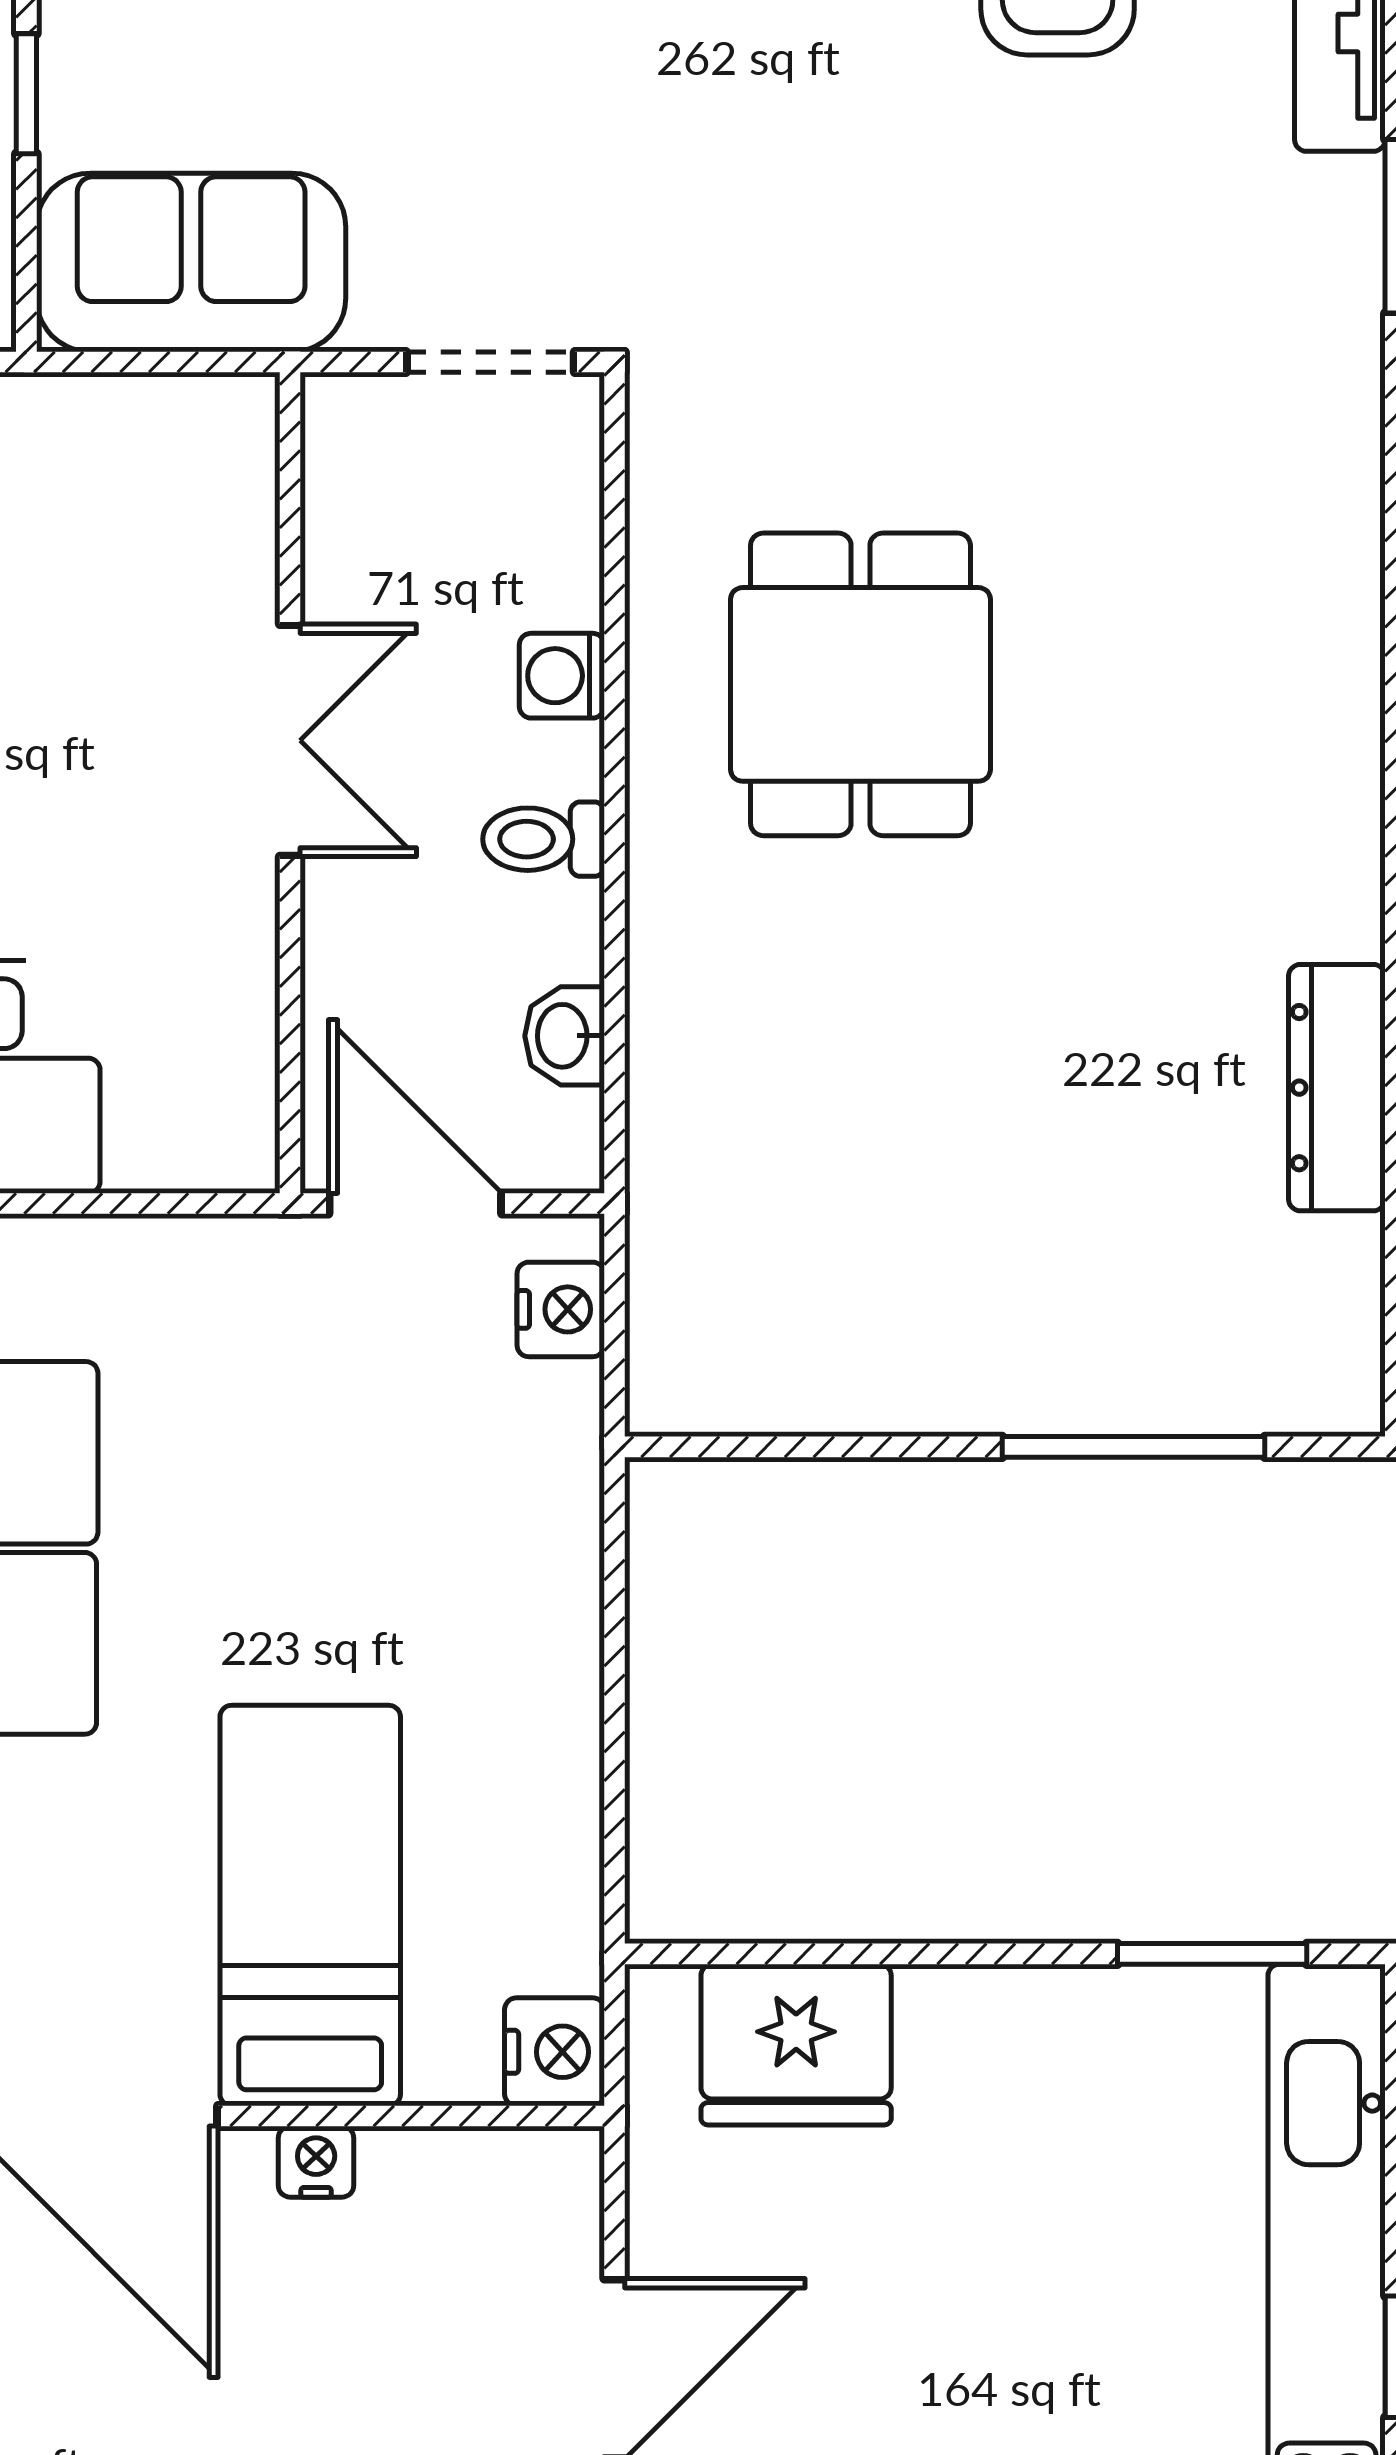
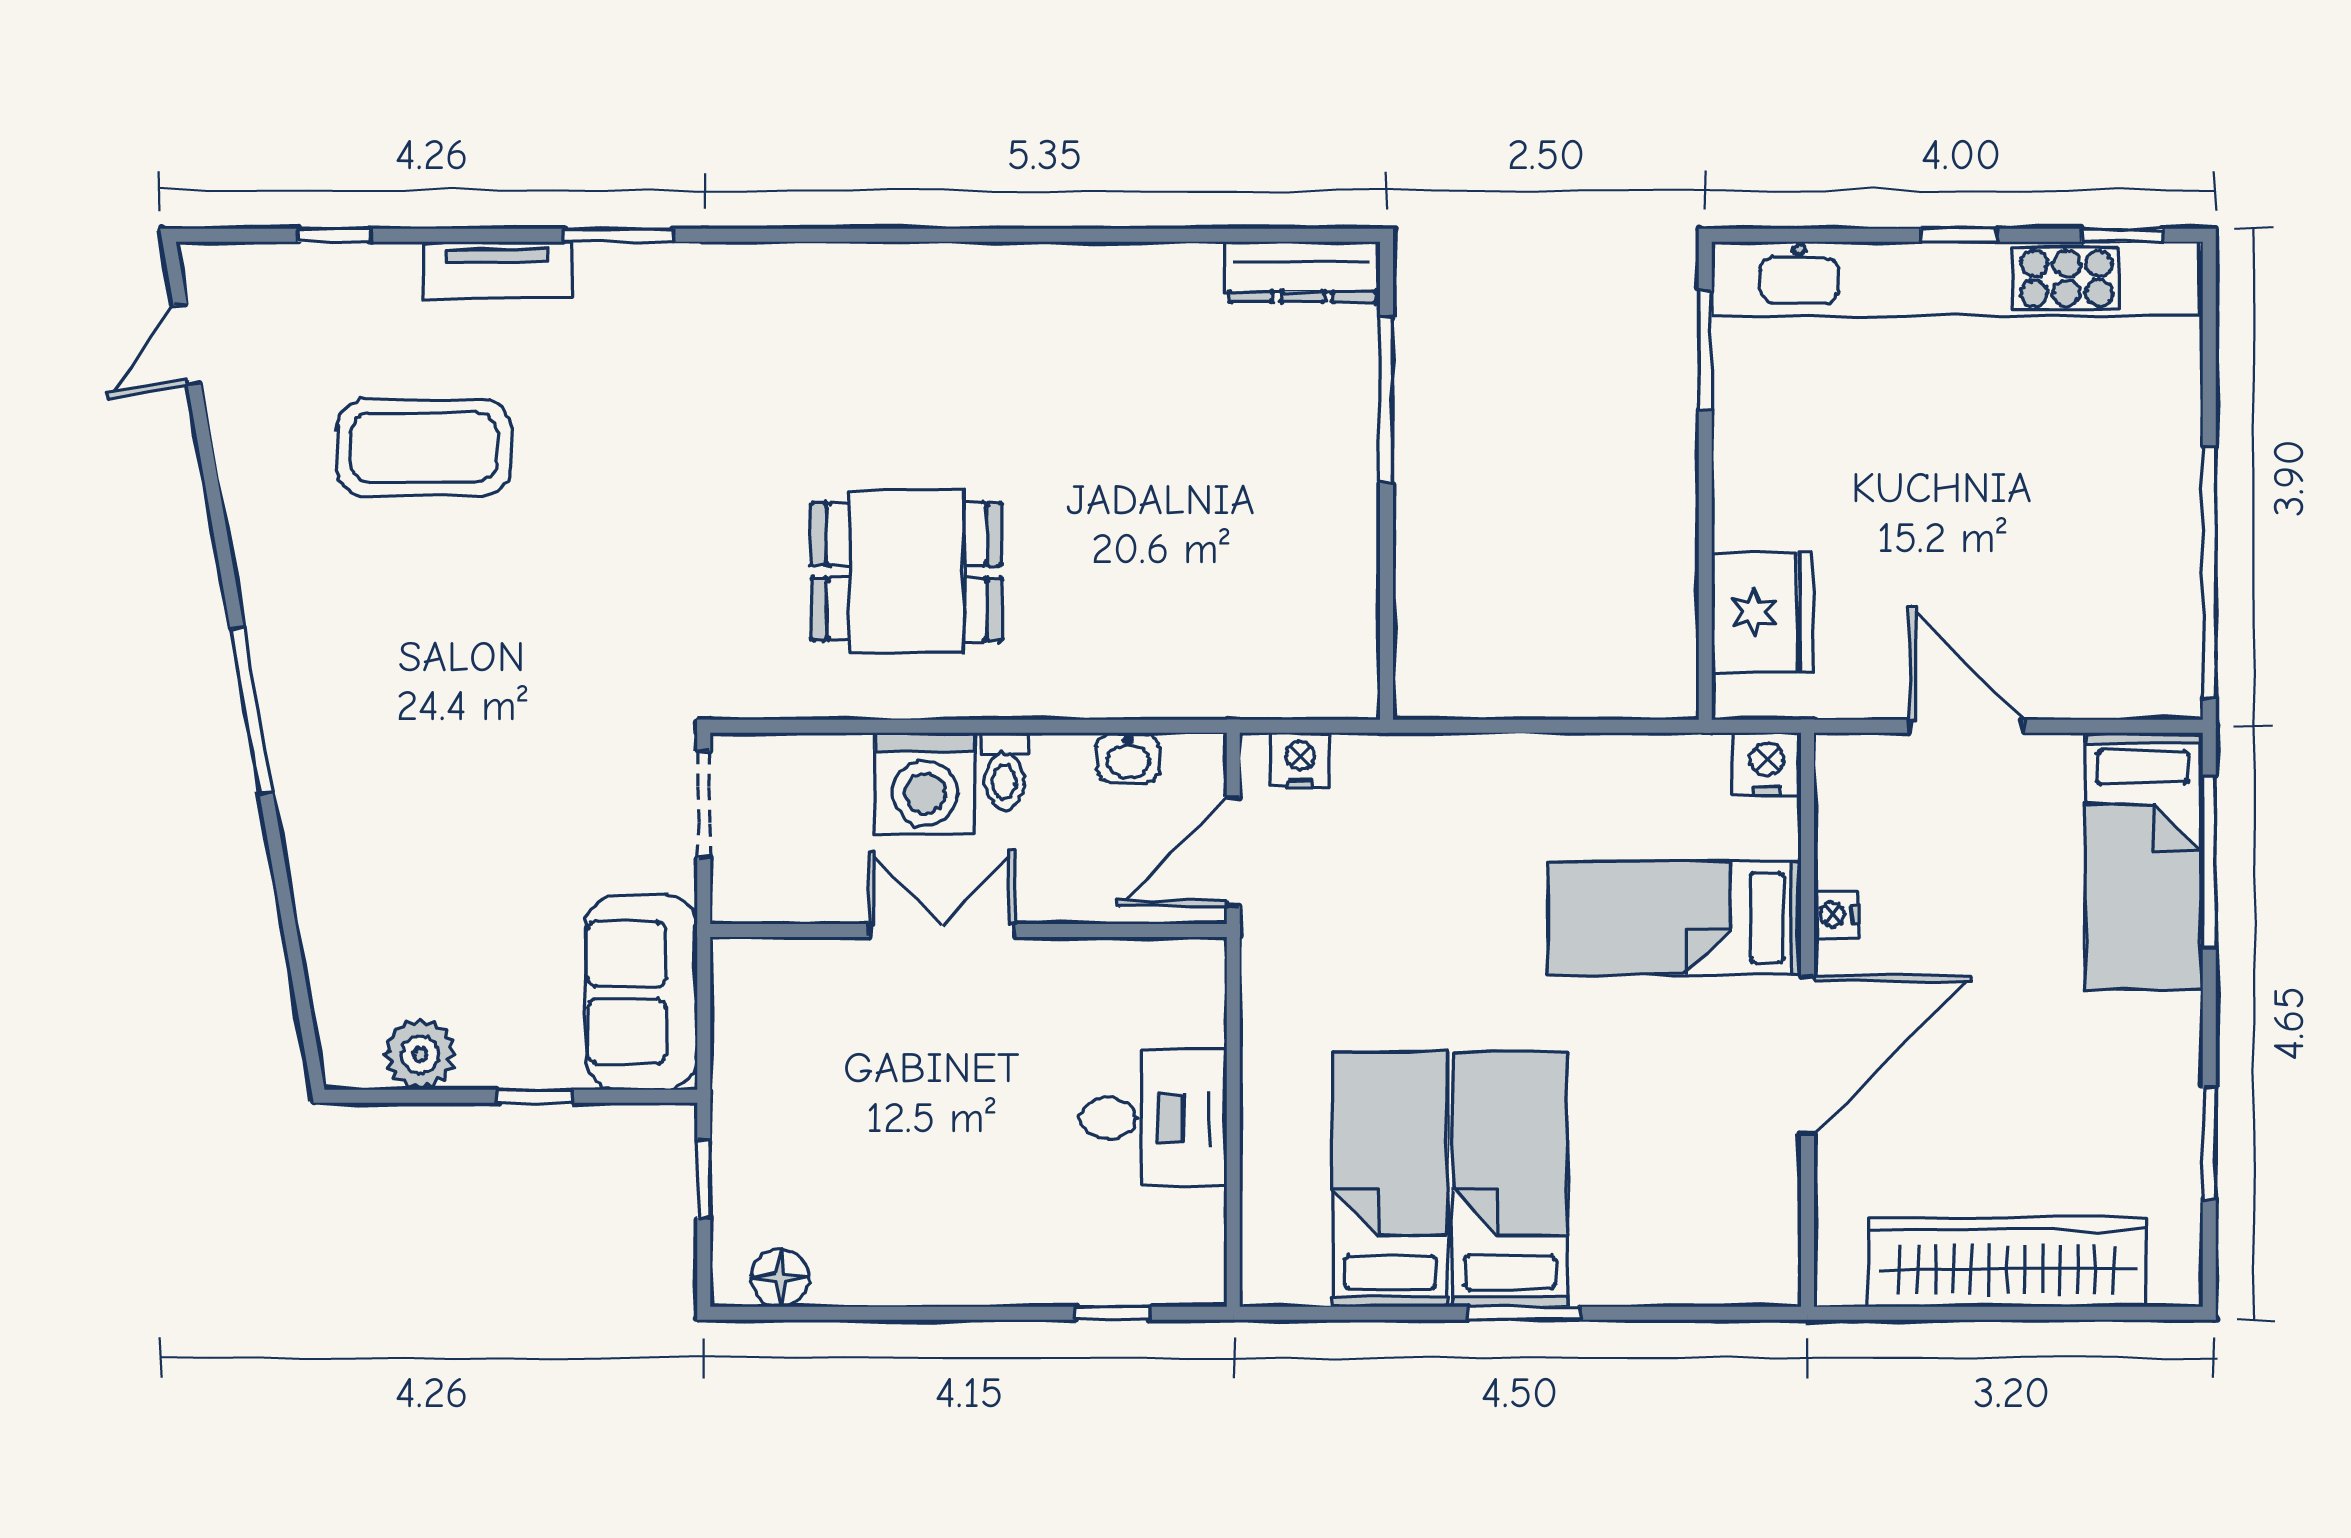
washing machine: (562, 676) -> (925, 783), width x1.89, depth x1.89
dresser: (1337, 1088) -> (1302, 272), moved

